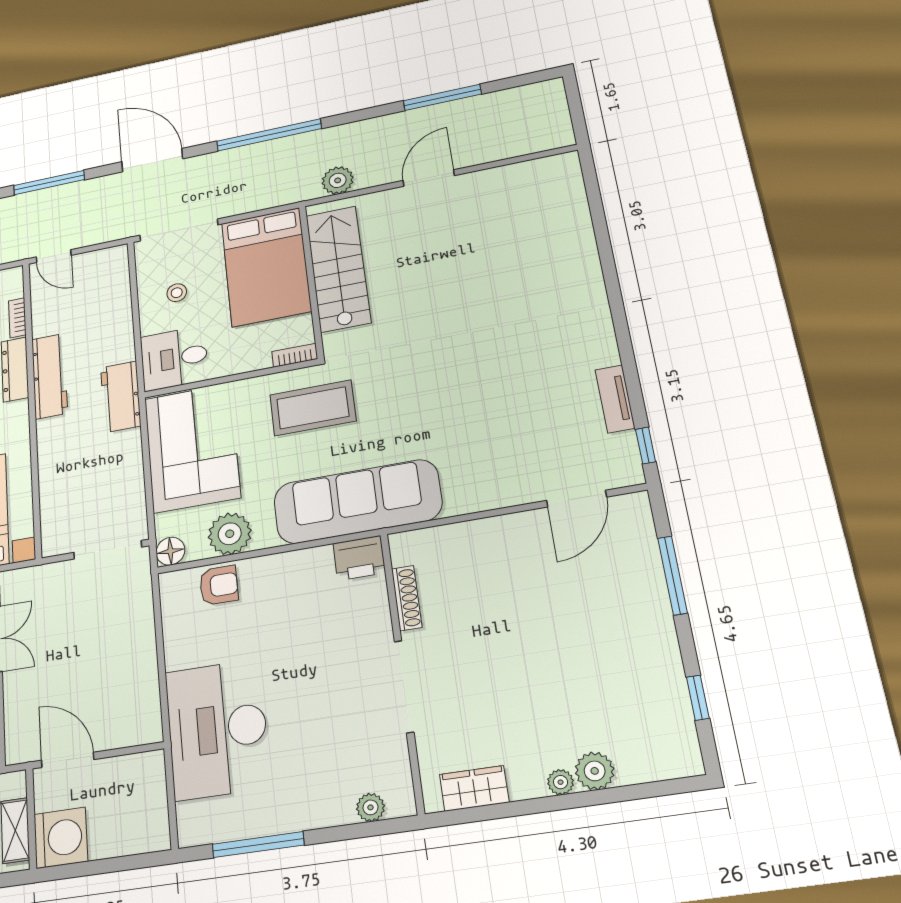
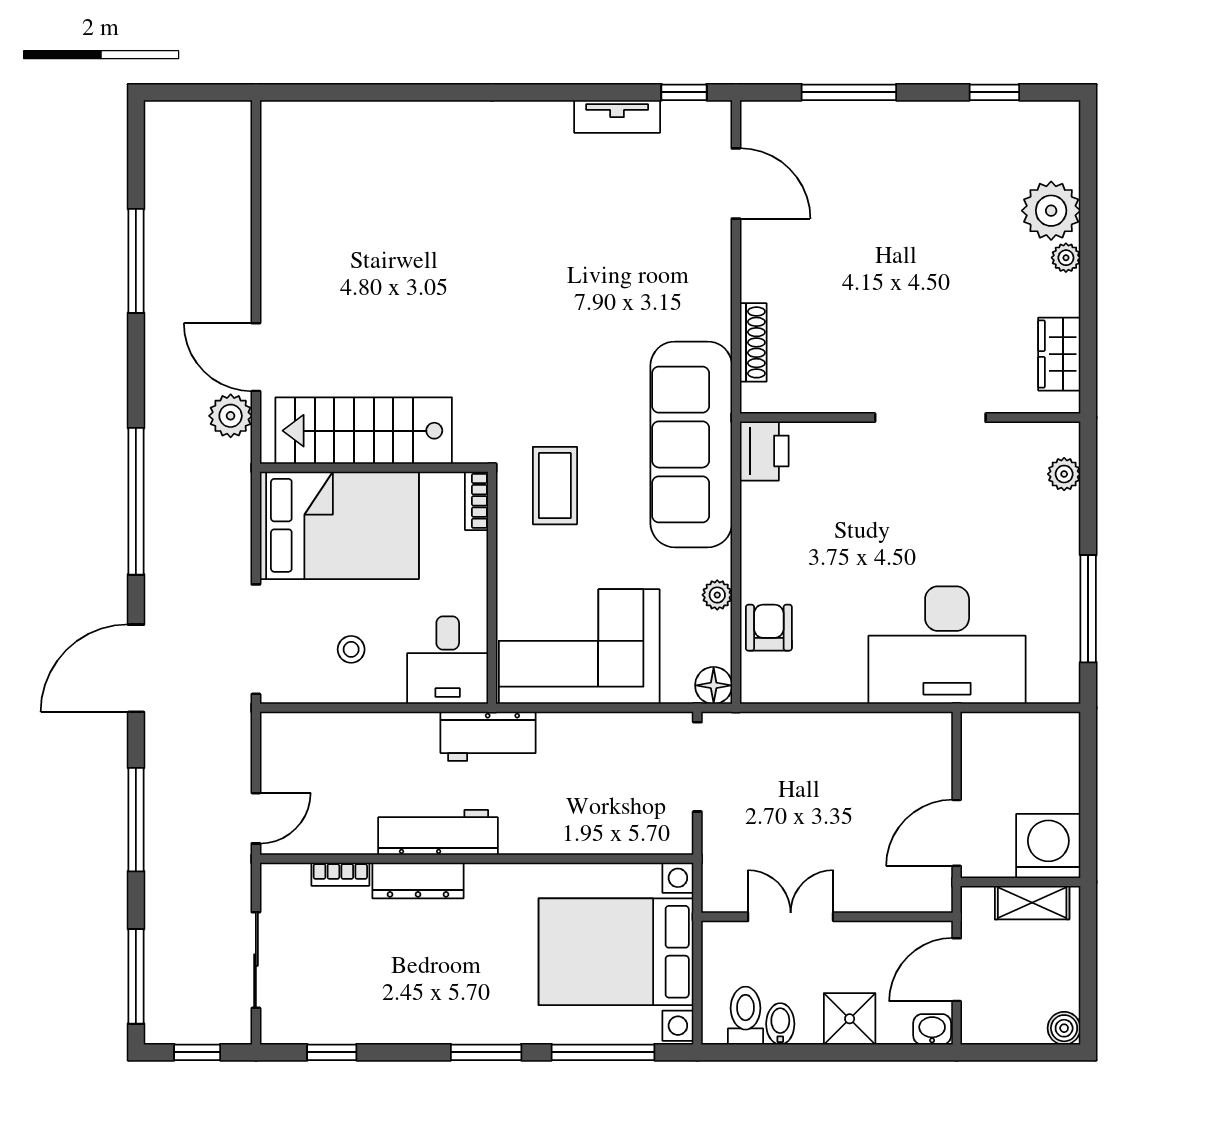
door: (429, 178) -> (256, 357), moved
coffee table: (313, 408) -> (555, 486), width x0.73, depth x0.76
plant: (230, 534) -> (717, 595), width x0.53, depth x0.53
shoe rack: (407, 598) -> (753, 342), moved, turned 90
plant: (595, 771) -> (1051, 211), width x1.36, depth x1.36

